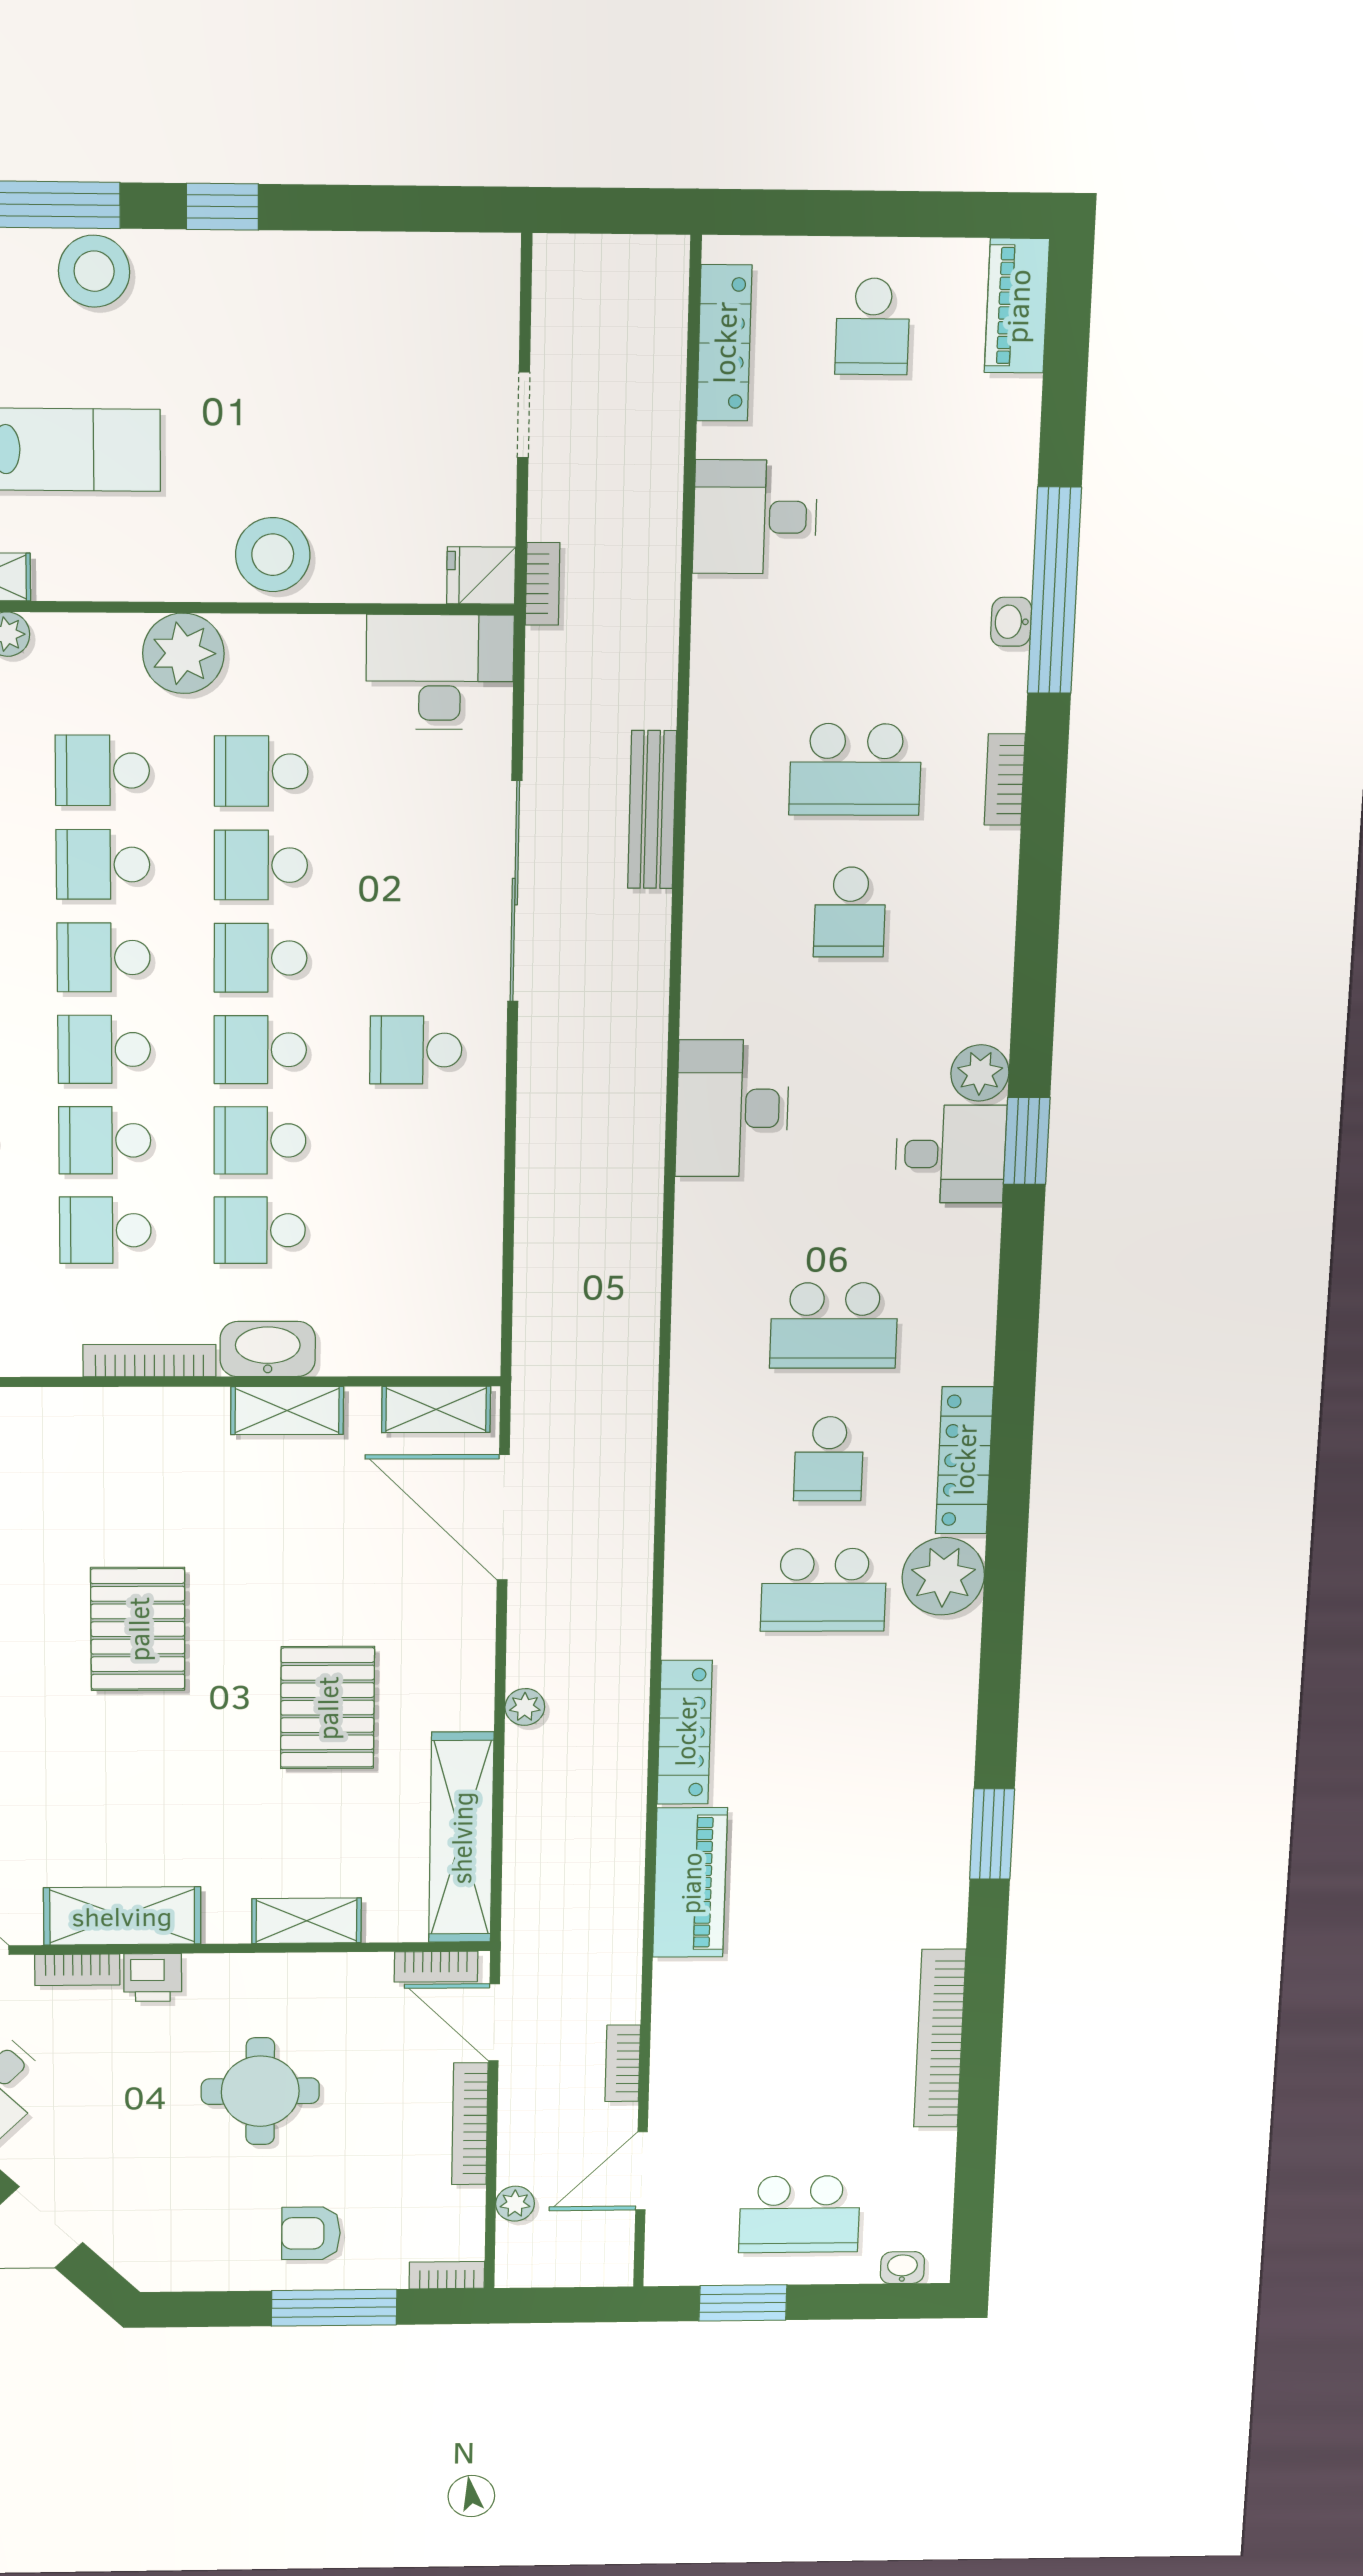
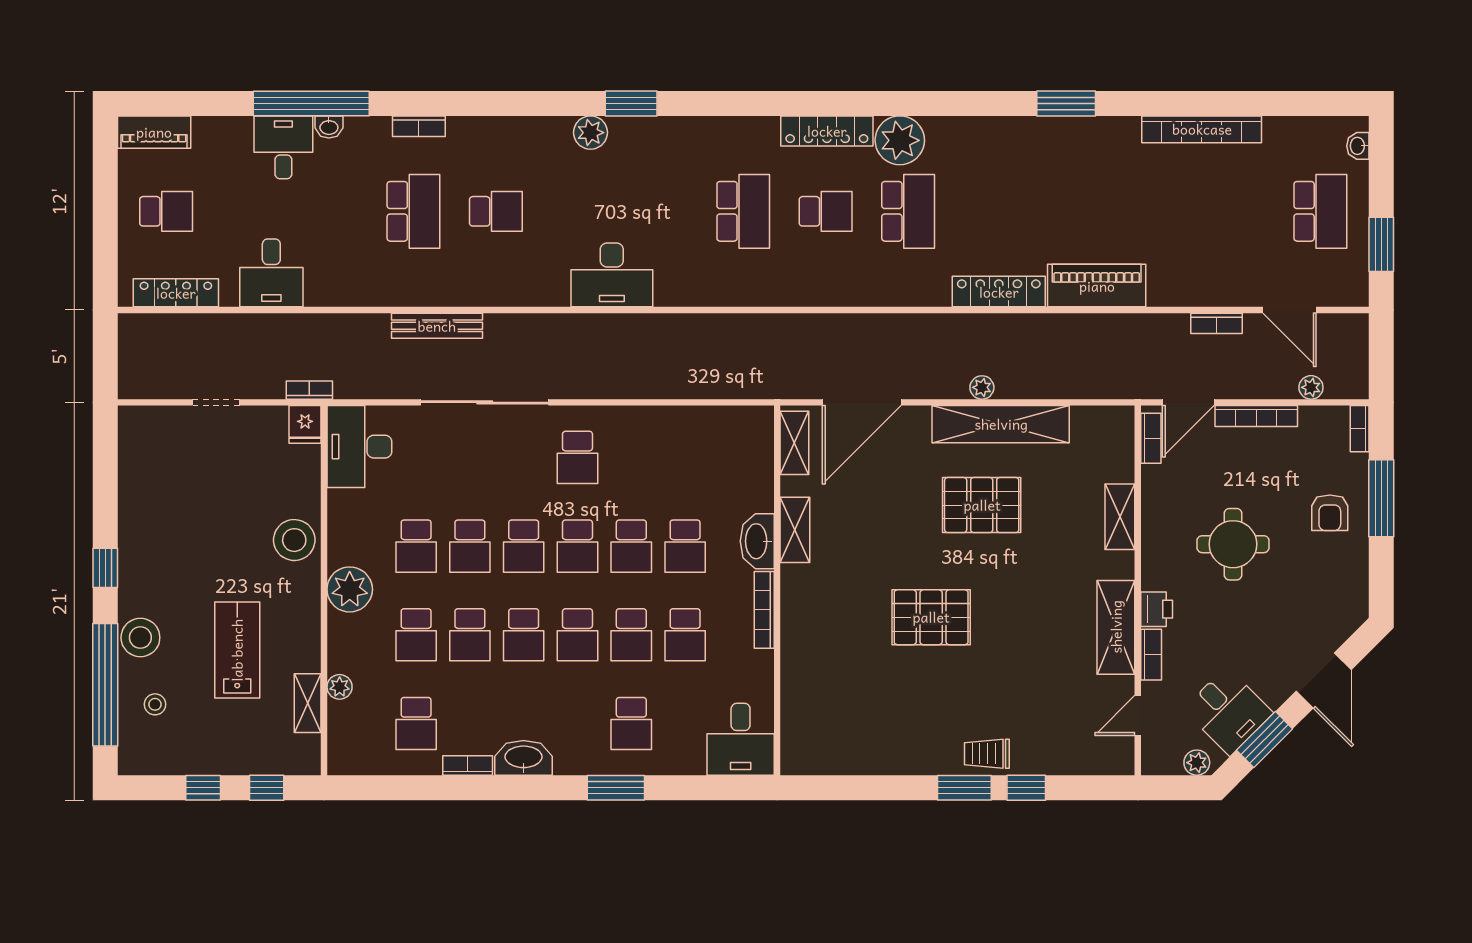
desk: (951, 1154) -> (283, 147), moved
shelving: (461, 1838) -> (1001, 424), moved

